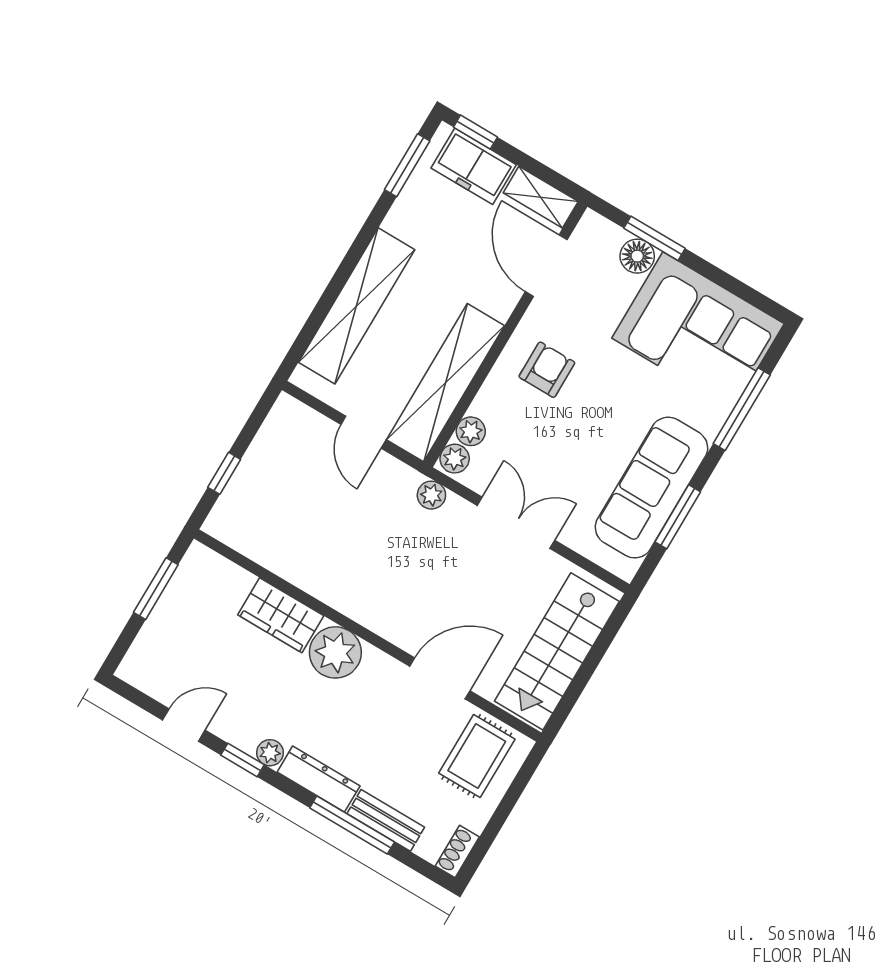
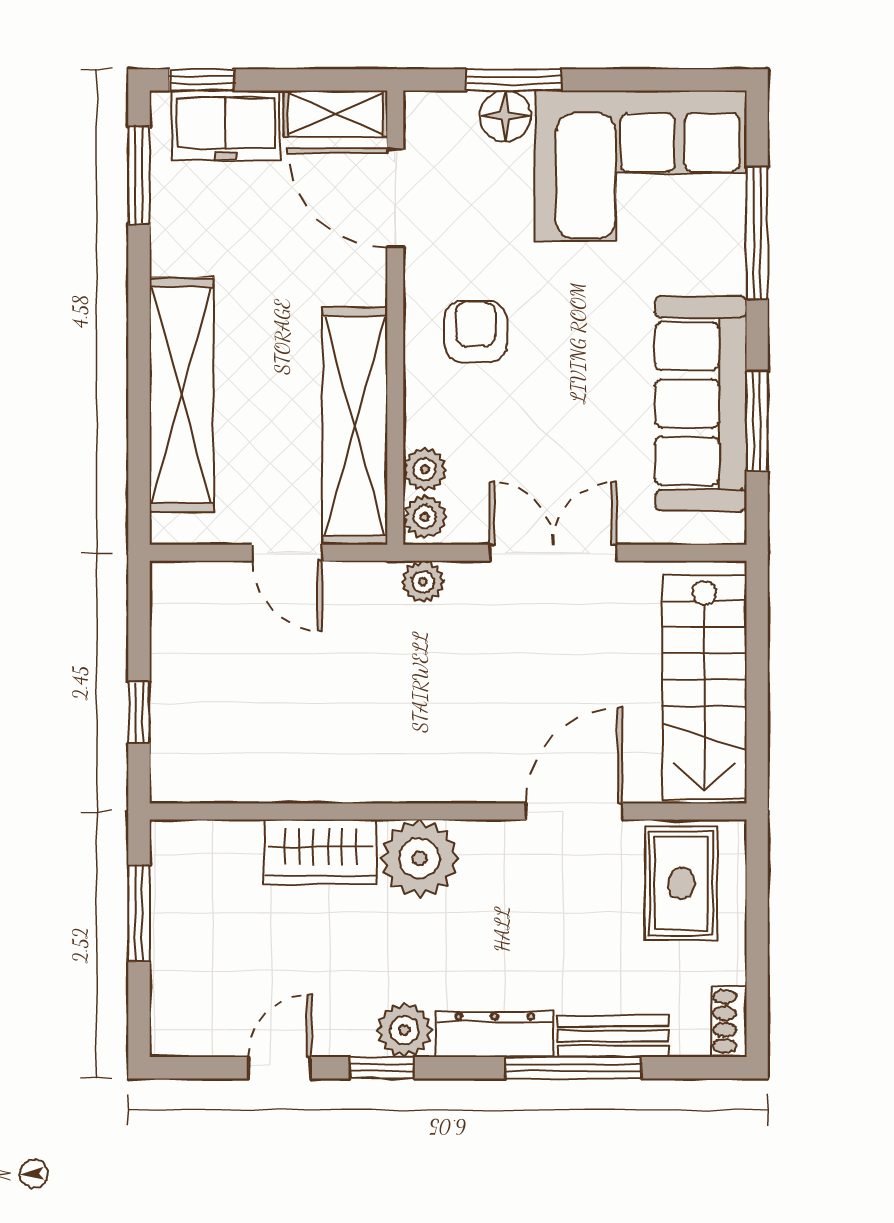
plant: (270, 753) -> (404, 1030), width x1.38, depth x1.38

